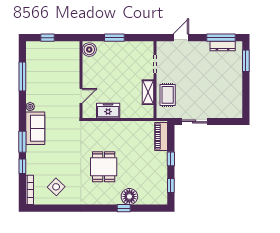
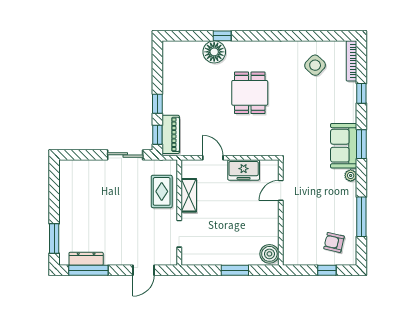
armchair: (42, 58) -> (334, 242), added
door: (130, 119) -> (213, 158), added
window: (22, 142) -> (361, 144), moved
window: (171, 186) -> (157, 135), moved

